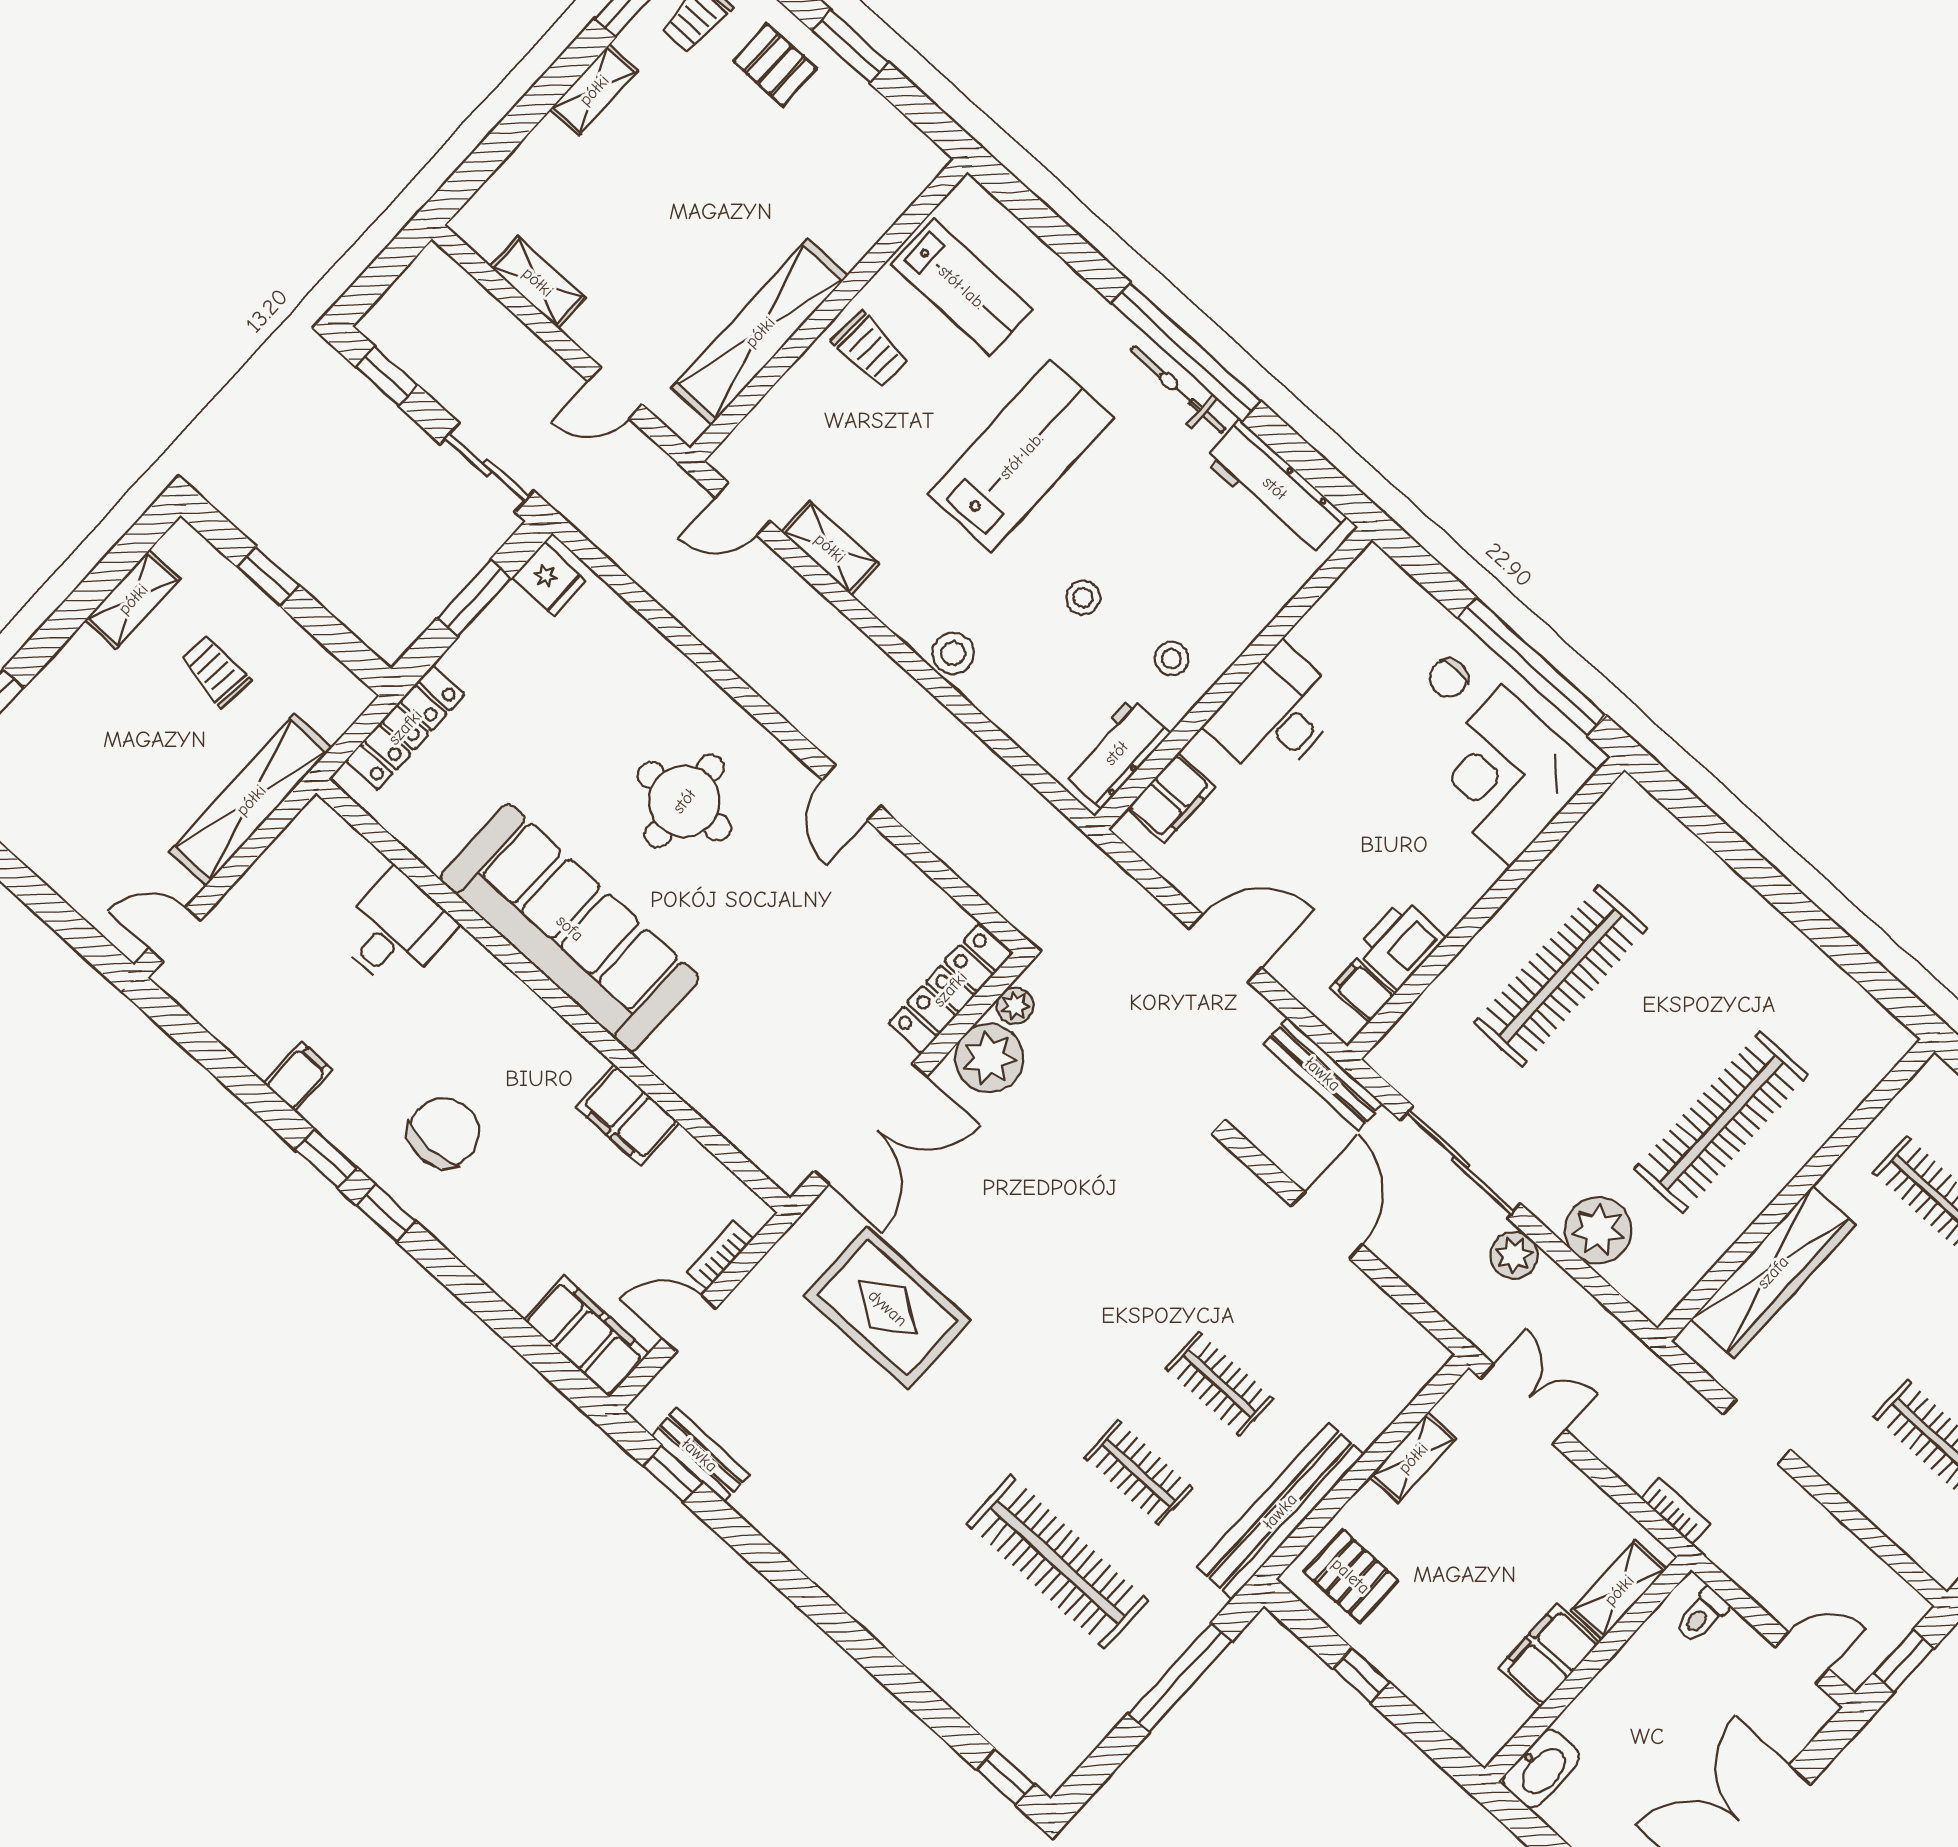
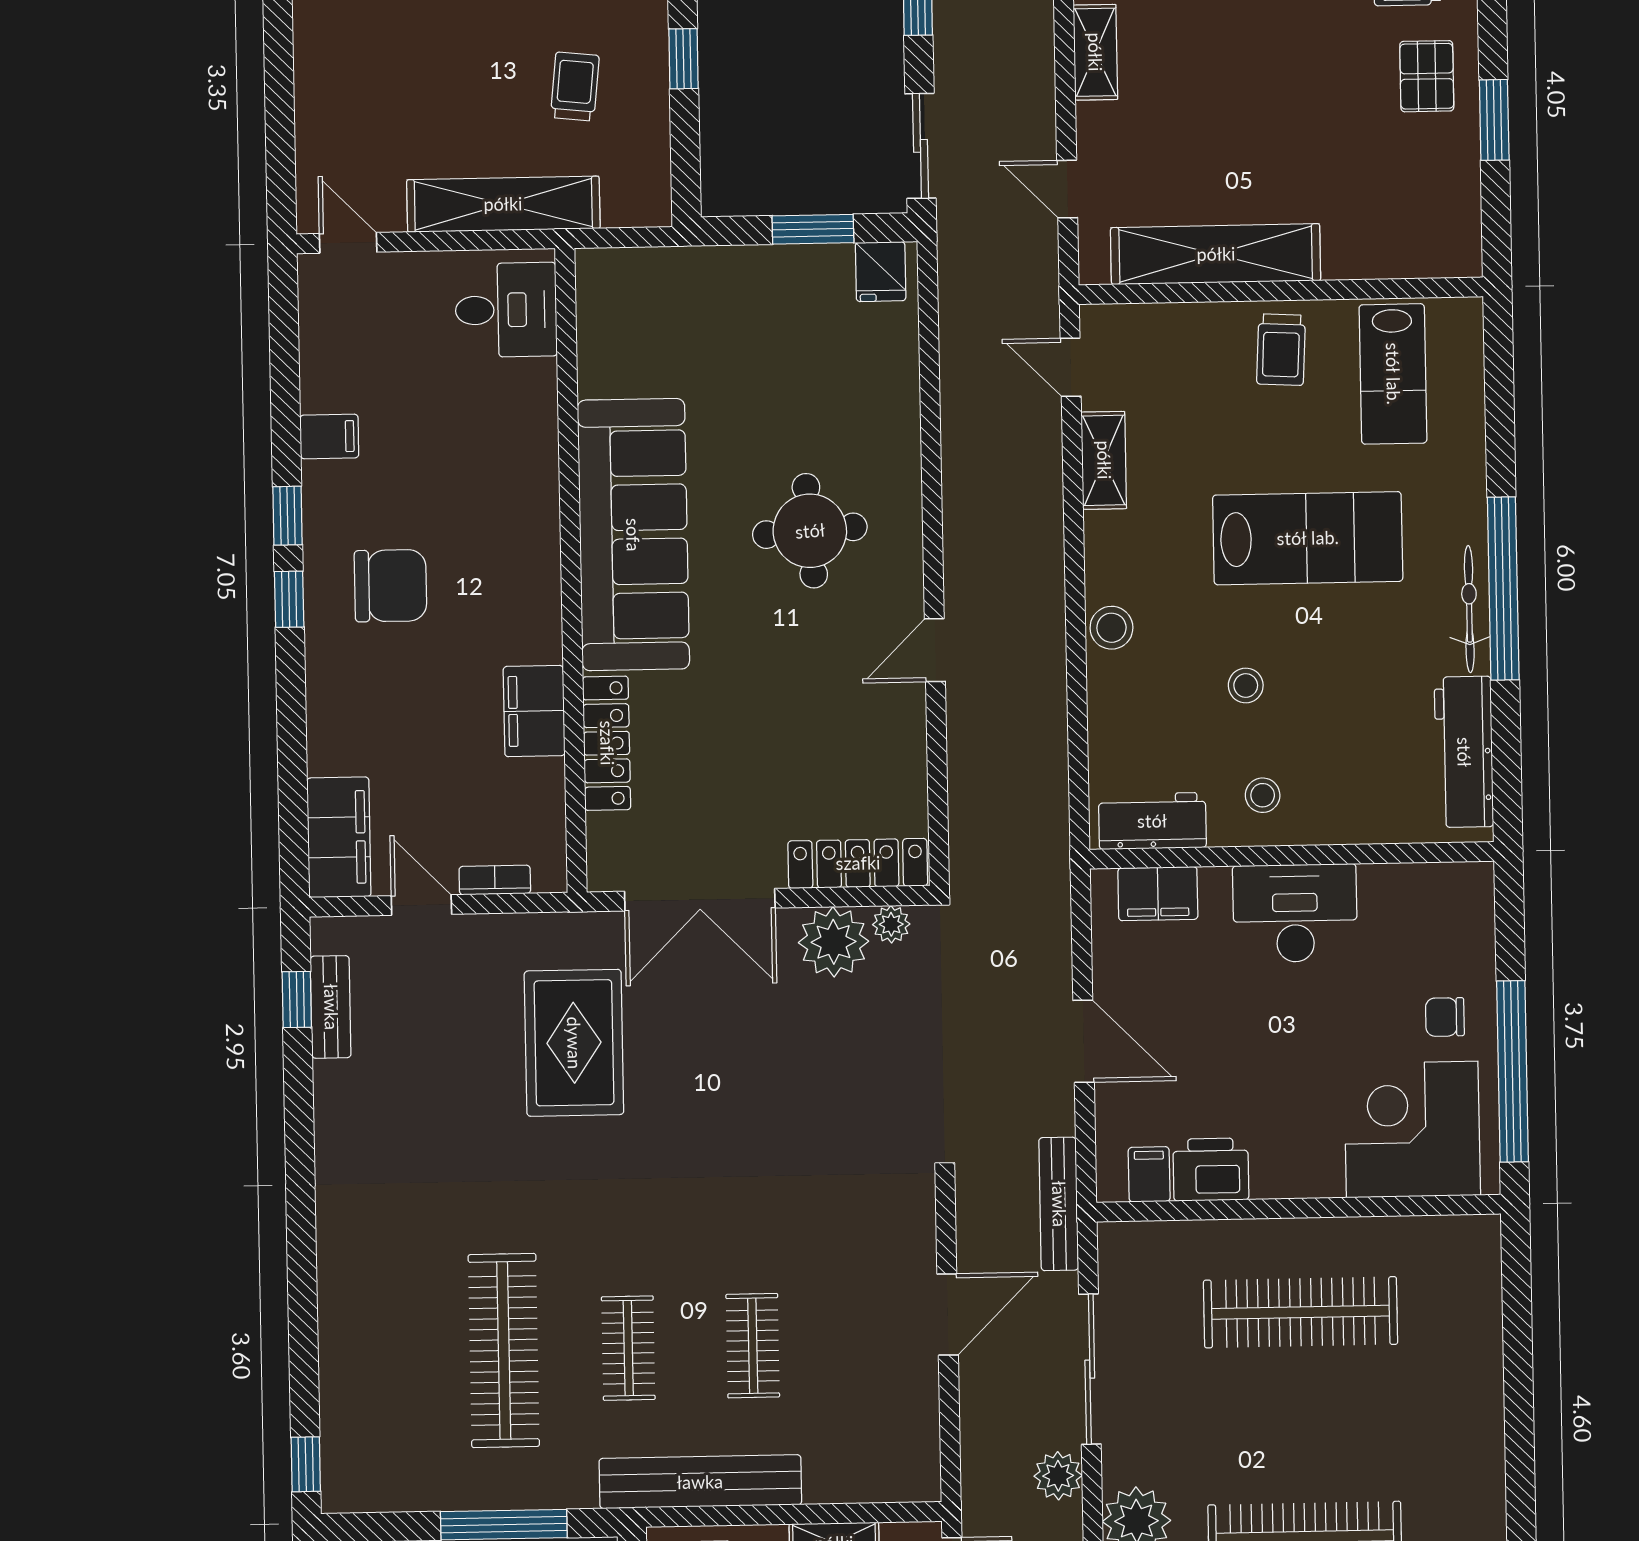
locker: (405, 727) -> (607, 743), moved, turned -90
desk: (395, 930) -> (506, 310), moved

